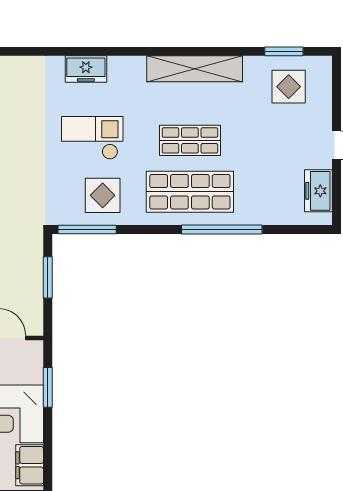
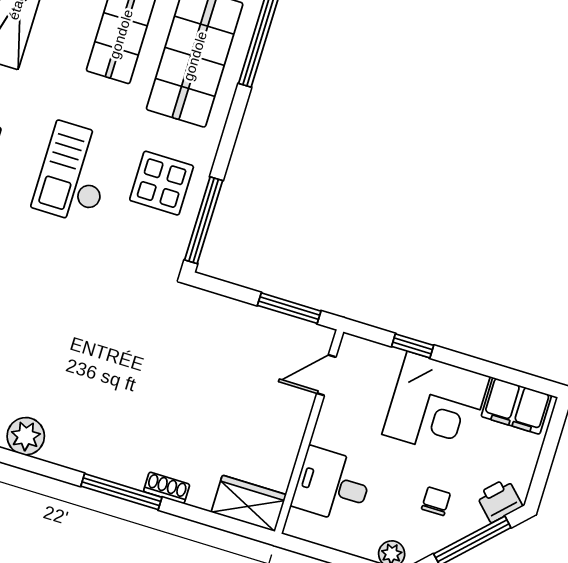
window: (48, 277) -> (289, 308), moved
window: (48, 387) -> (413, 346), width x0.67

